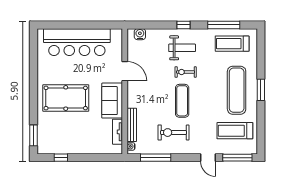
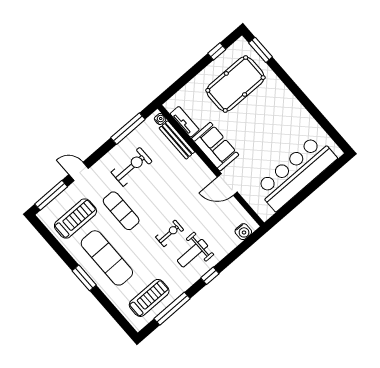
pool table: (66, 98) -> (235, 84), moved
exercise mat: (182, 101) -> (121, 211), moved

